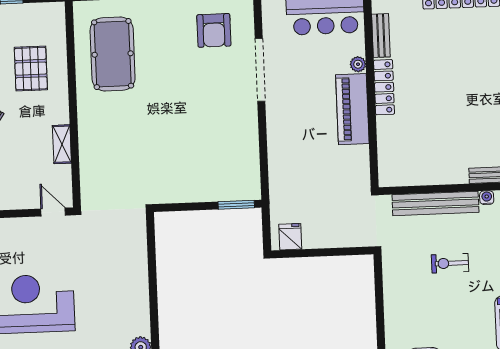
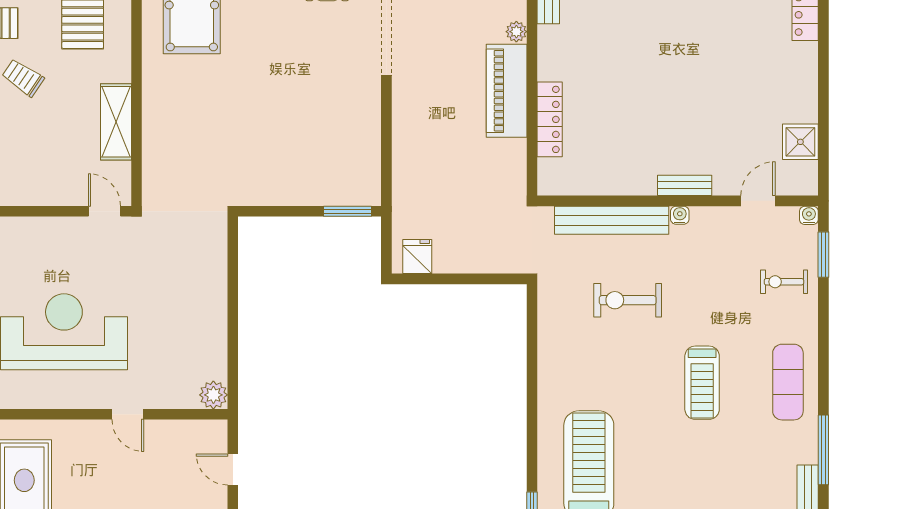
locker: (384, 87) -> (550, 119), moved
shelving: (62, 144) -> (116, 122), width x1.50, depth x1.33
exercise bike: (450, 263) -> (628, 300), width x1.38, depth x1.39

